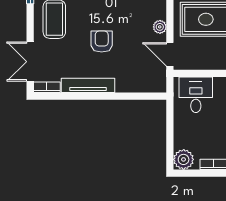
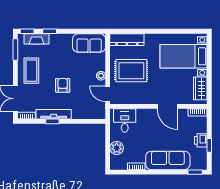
window: (86, 96) -> (52, 121), added
plant: (184, 159) -> (117, 148), moved

